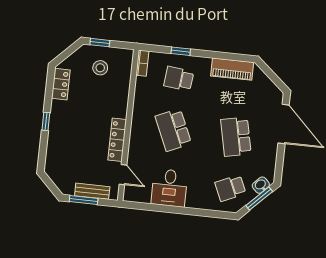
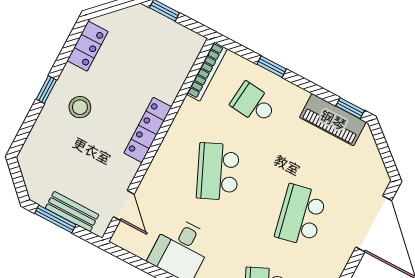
window: (240, 58) -> (350, 108), added
bookcase: (142, 63) -> (207, 71), width x1.56
stool: (100, 68) -> (80, 107), moved
locker: (117, 140) -> (148, 130), moved

